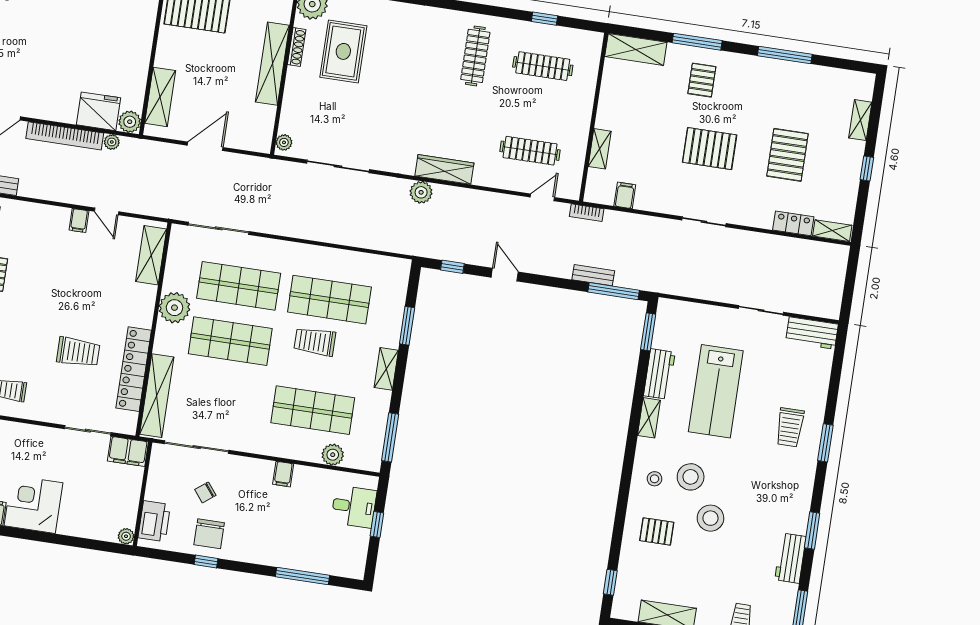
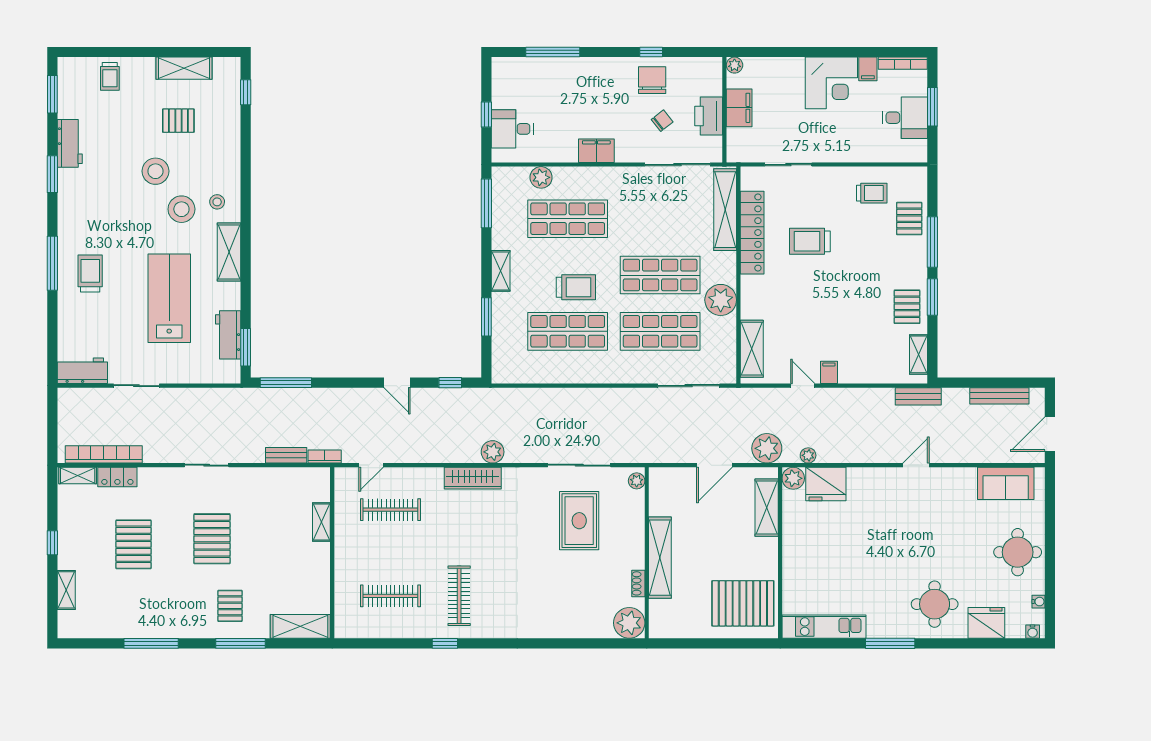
window: (545, 19) -> (445, 643), moved
shoe rack: (297, 47) -> (638, 583), width x0.70
rug: (343, 51) -> (579, 521), moved
bookcase: (65, 136) -> (104, 454), moved
pallet: (710, 149) -> (212, 539), turned 90
plant: (151, 155) -> (767, 448), added
filing cabinet: (625, 195) -> (289, 479), removed
bench: (593, 275) -> (286, 455), moved
workbench: (659, 374) -> (228, 335), moved
shelving: (649, 418) -> (229, 252), width x1.50, depth x1.33
window: (825, 443) -> (52, 263), width x1.44
filing cabinet: (128, 451) -> (739, 108), moved, turned 90
filing cabinet: (283, 474) -> (596, 151), width x2.00
printer: (154, 521) -> (709, 116), moved
pallet: (657, 531) -> (178, 121), moved

